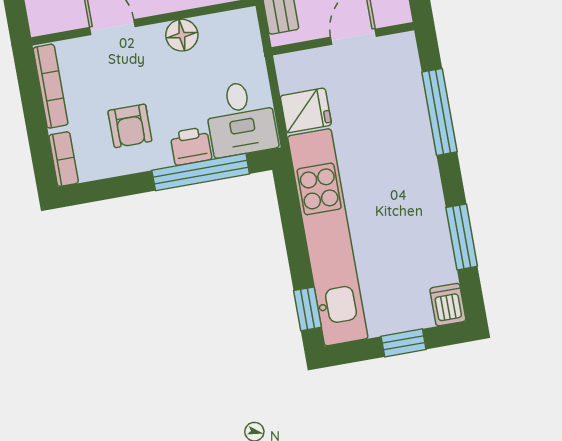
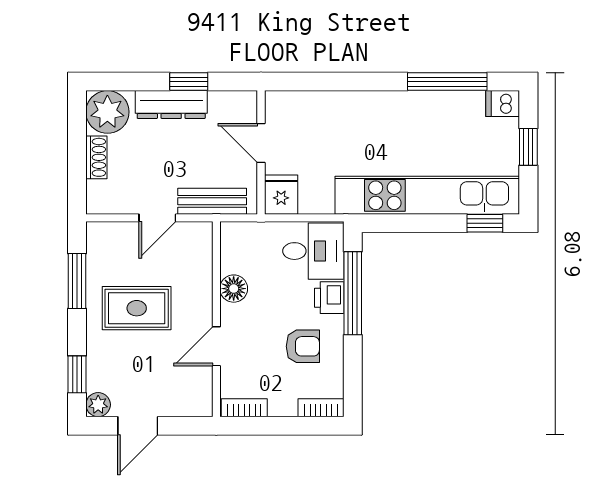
bookcase: (51, 86) -> (244, 408), width x0.64
fridge: (306, 110) -> (281, 195), moved
window: (439, 112) -> (338, 82), removed
window: (462, 237) -> (447, 82), width x1.44

